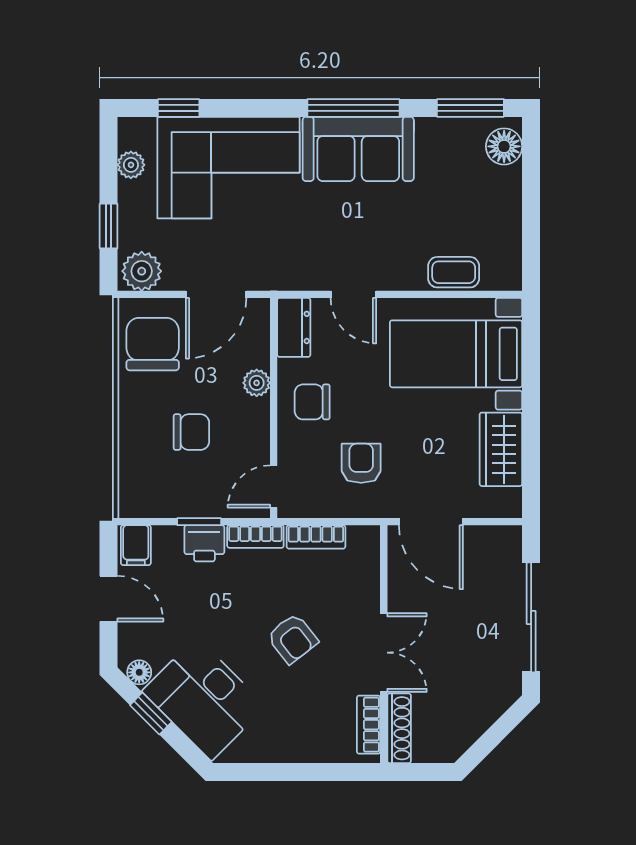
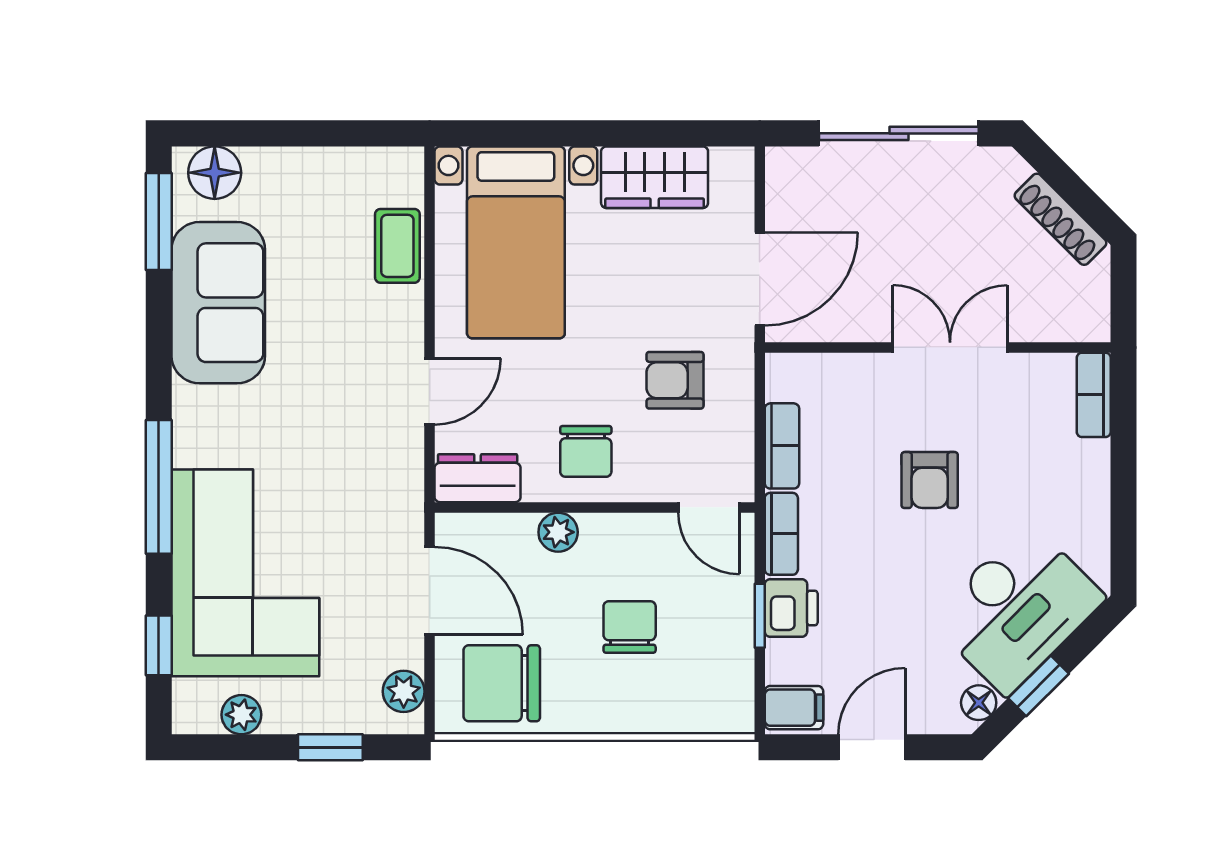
window: (353, 108) -> (159, 487), moved
sofa: (358, 149) -> (218, 303), moved
plant: (142, 271) -> (404, 691), width x0.73, depth x0.73
armchair: (292, 639) -> (930, 480), turned 128
bookcase: (369, 725) -> (1094, 395), moved, turned 90
shoe rack: (399, 728) -> (1060, 219), moved, turned -135

